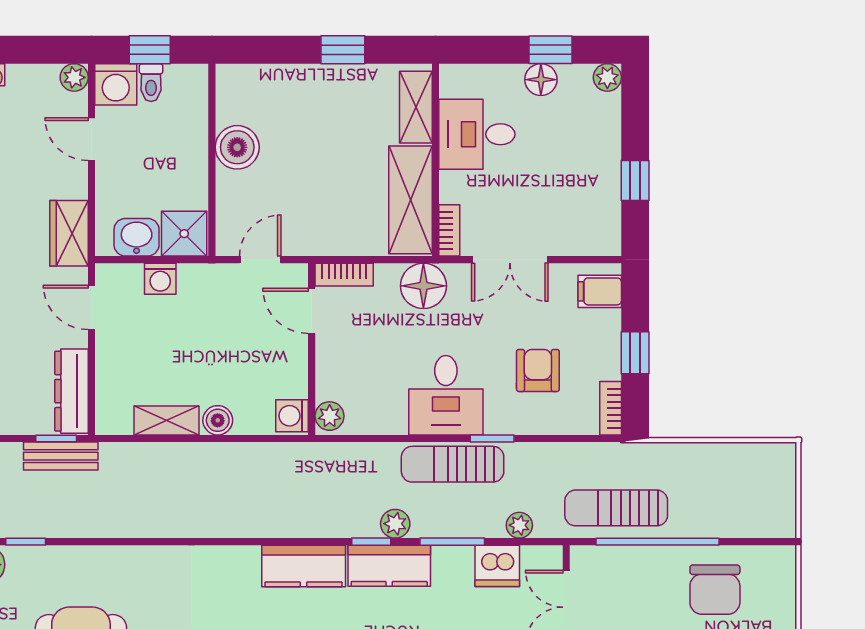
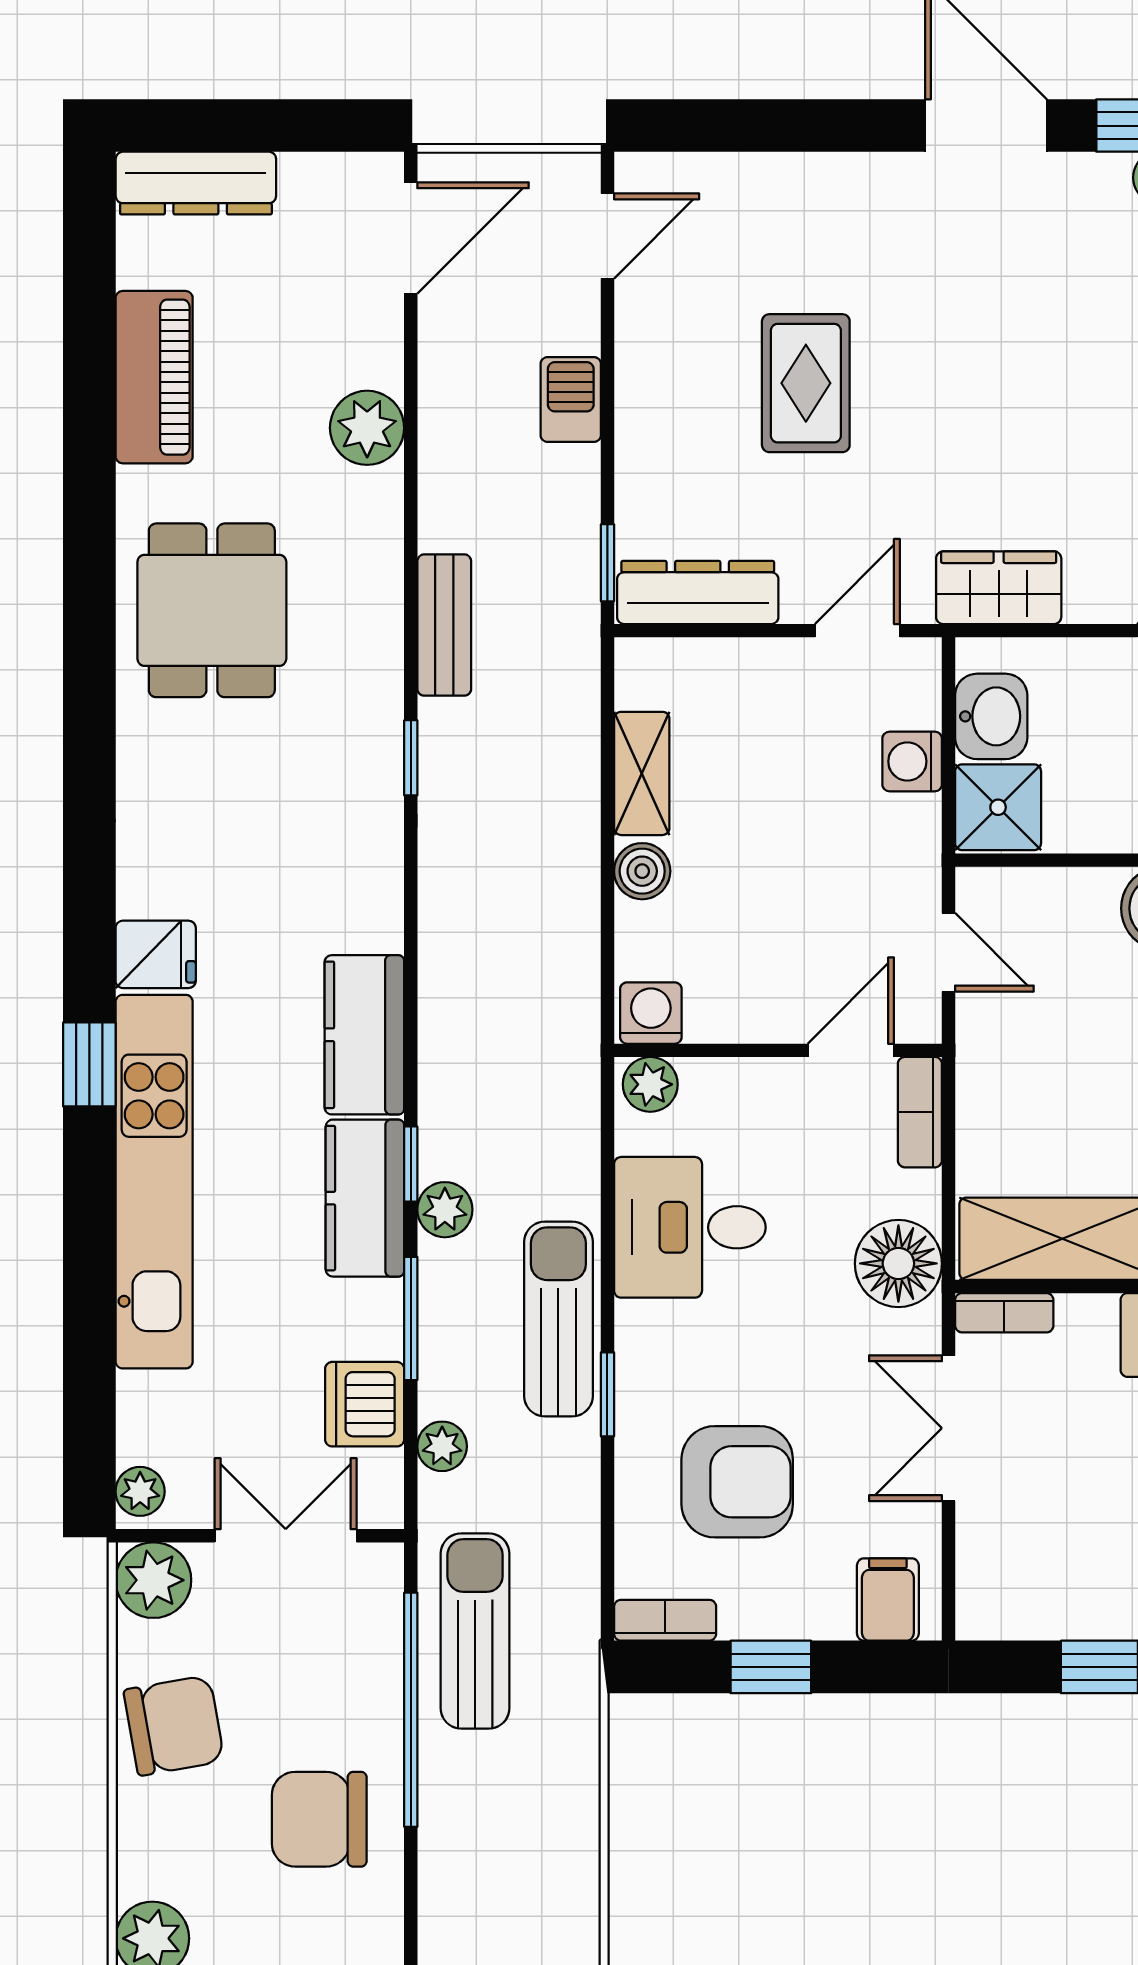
armchair: (538, 370) -> (737, 1482), width x1.38, depth x1.38
desk: (446, 395) -> (690, 1227), moved
bench: (61, 456) -> (444, 625), moved
window: (26, 542) -> (411, 758), moved

